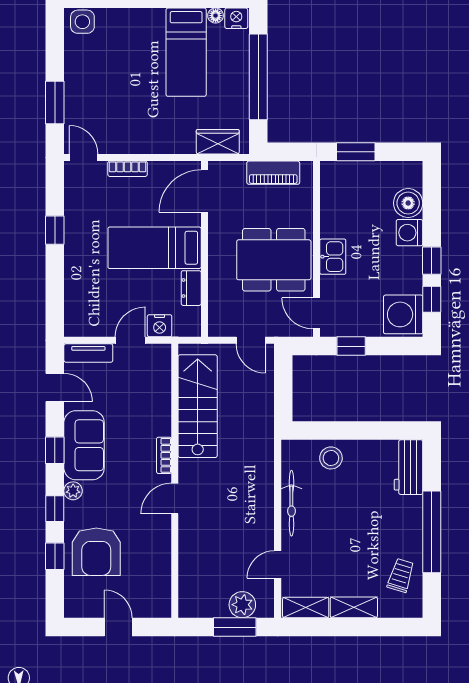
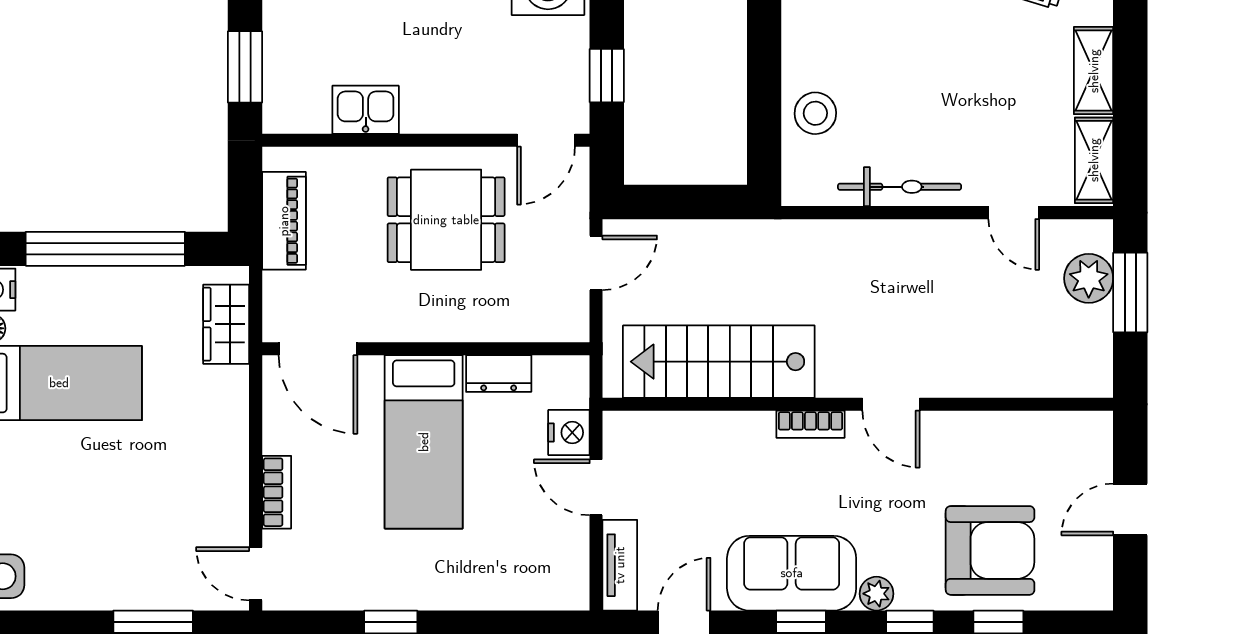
door: (84, 158) -> (256, 574), hinge flipped
kitchen sink: (333, 257) -> (366, 110), moved
dining table: (274, 260) -> (446, 220), width x0.73

